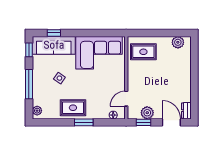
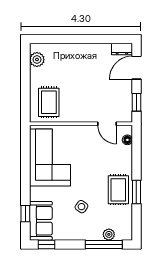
sofa: (54, 45) -> (41, 221), width x0.73
window: (29, 84) -> (104, 244), moved
plant: (37, 111) -> (109, 234), moved
plant: (147, 113) -> (125, 98), removed
window: (84, 122) -> (136, 192), moved

